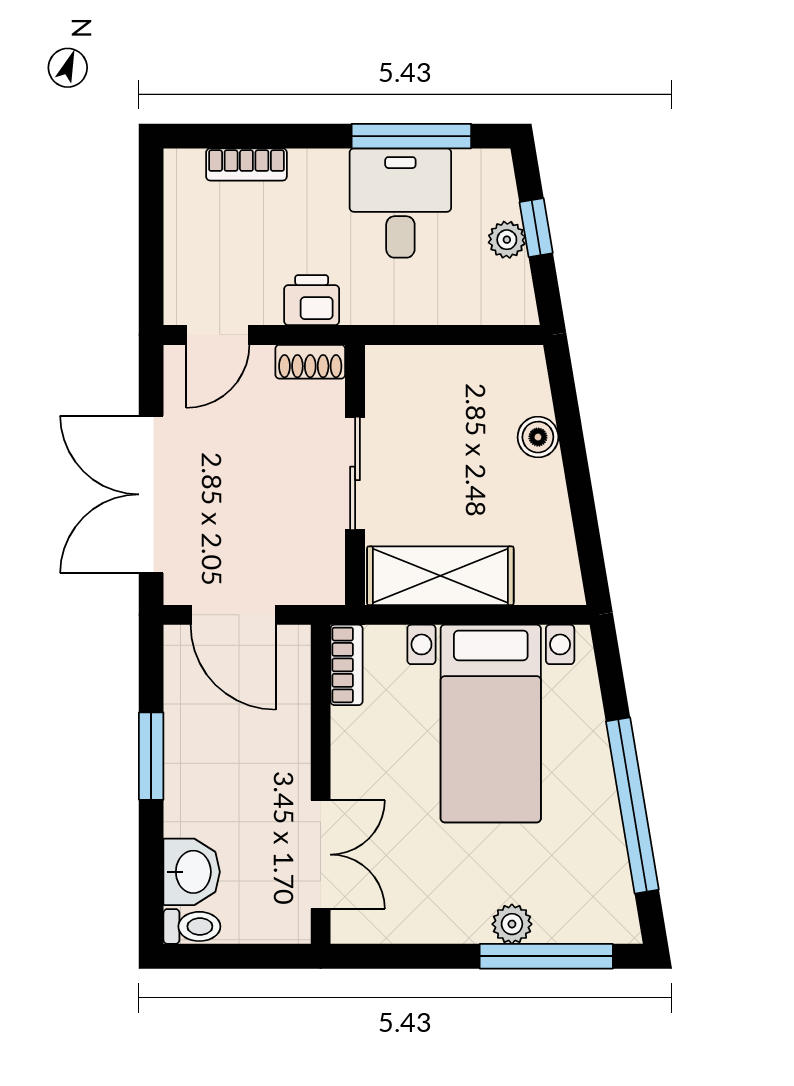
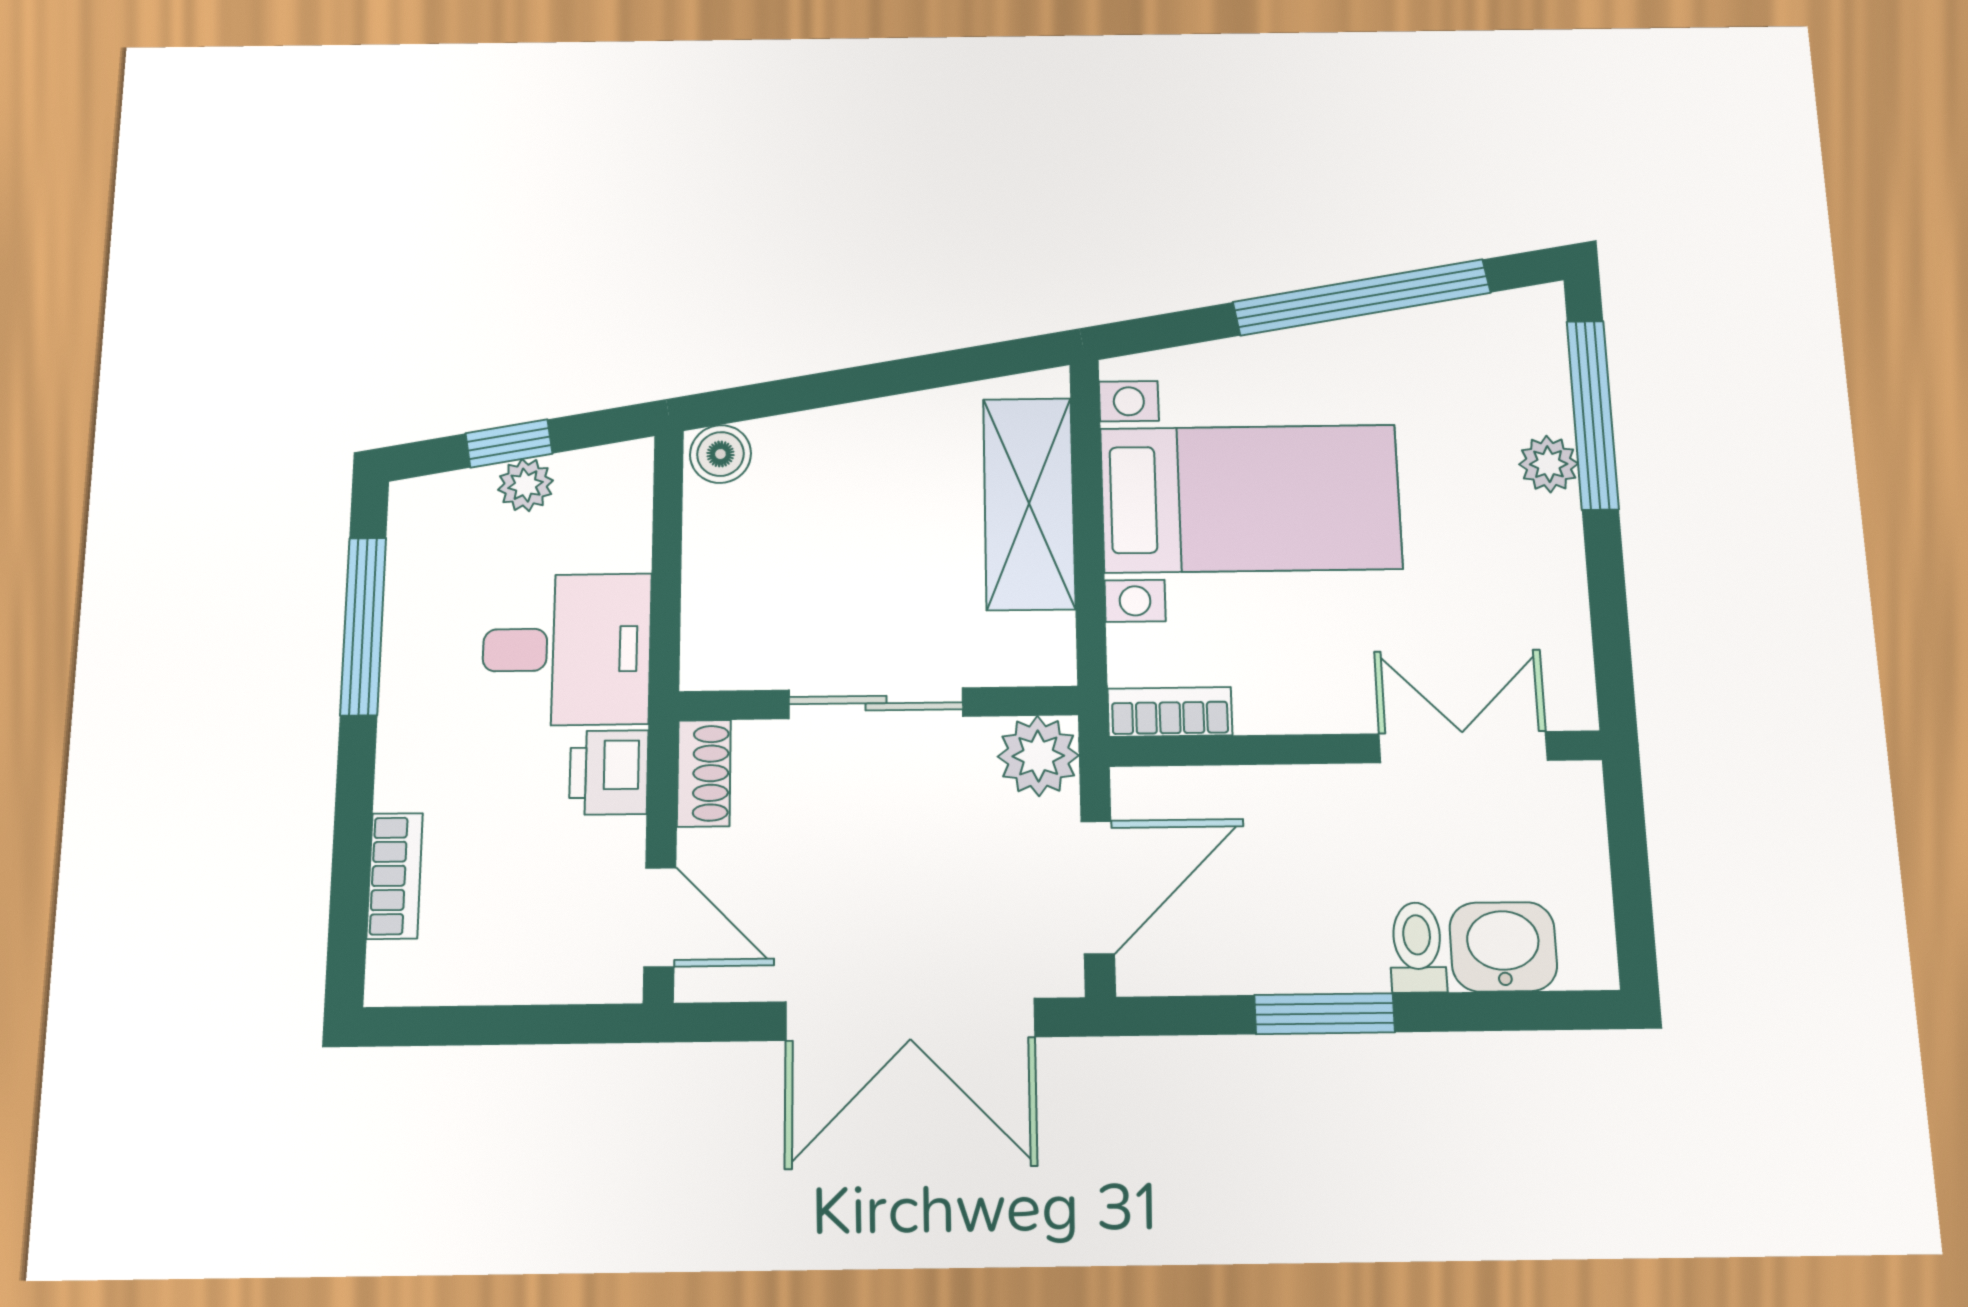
desk: (400, 203) -> (567, 649), moved, turned 180
boiler: (538, 437) -> (720, 454), moved
shelving: (440, 576) -> (1029, 503), moved
plant: (319, 579) -> (1038, 756), added
toilet: (192, 926) -> (1417, 947), moved

